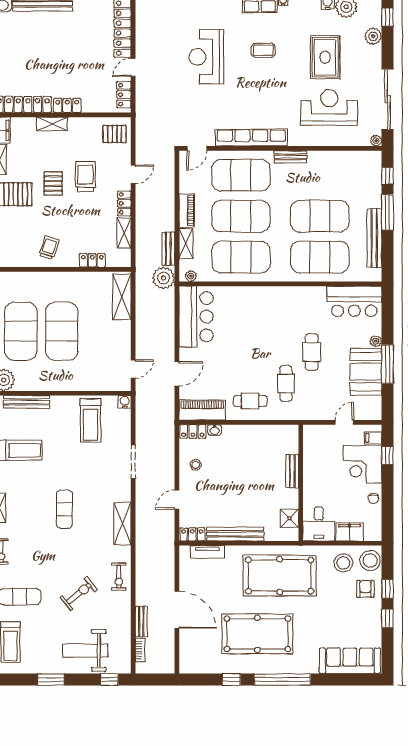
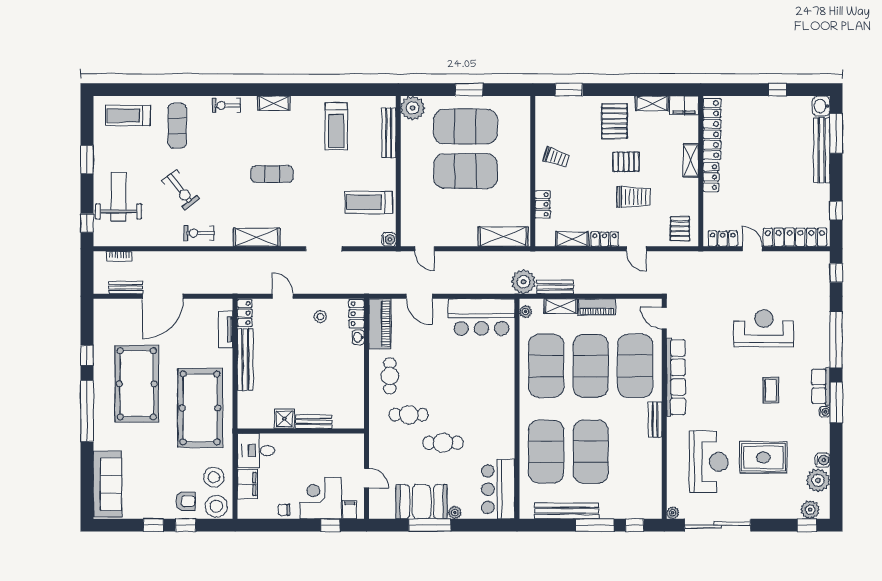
plant: (373, 36) -> (810, 510), moved
shower: (289, 518) -> (284, 419), moved
bench: (141, 622) -> (126, 288), moved

